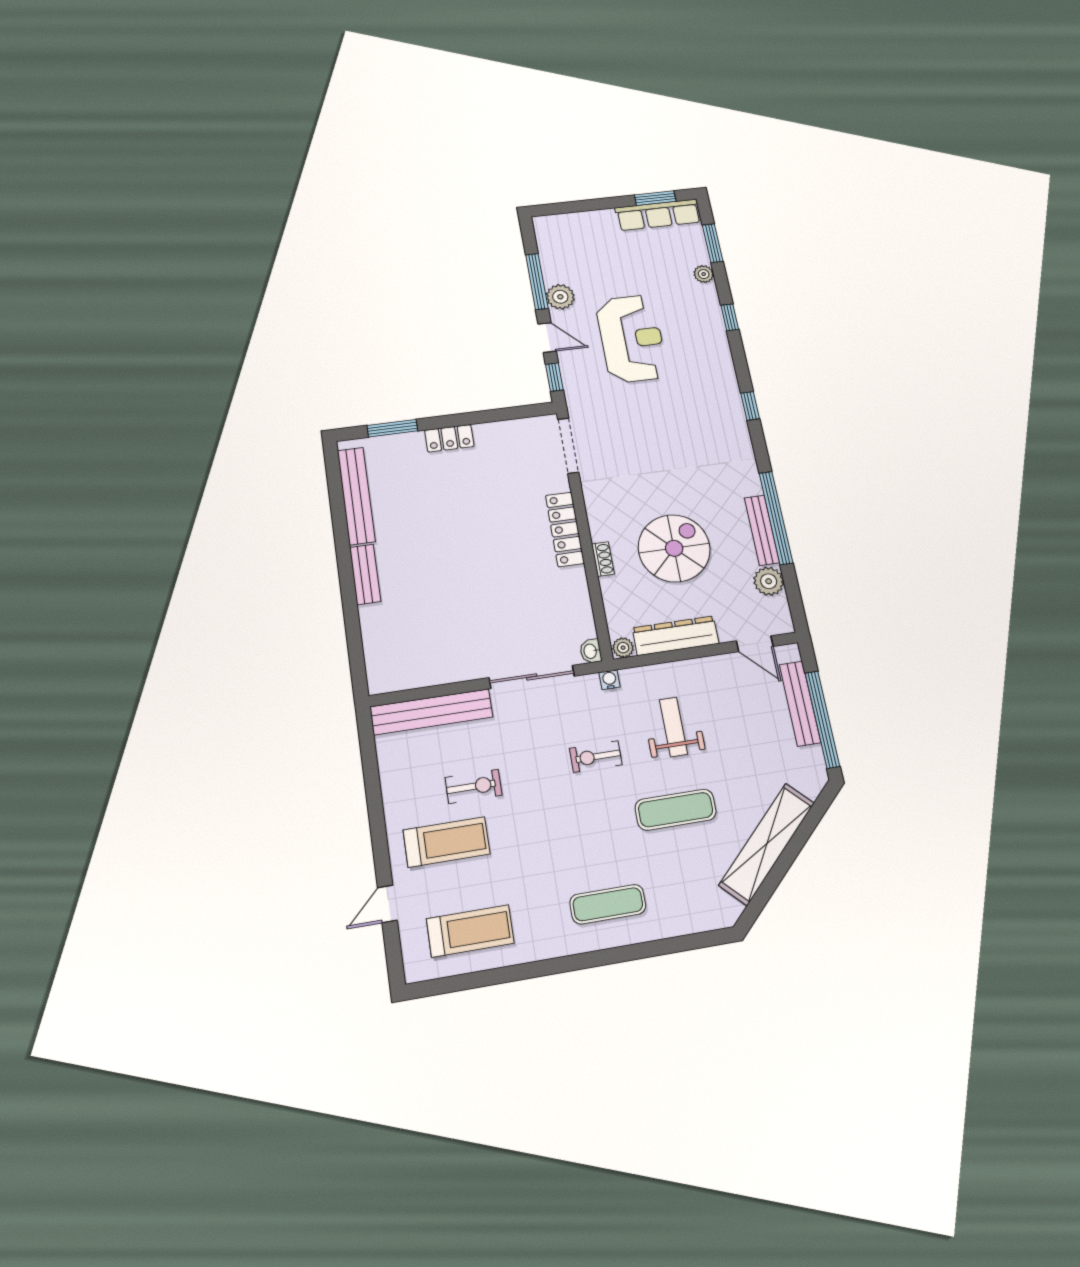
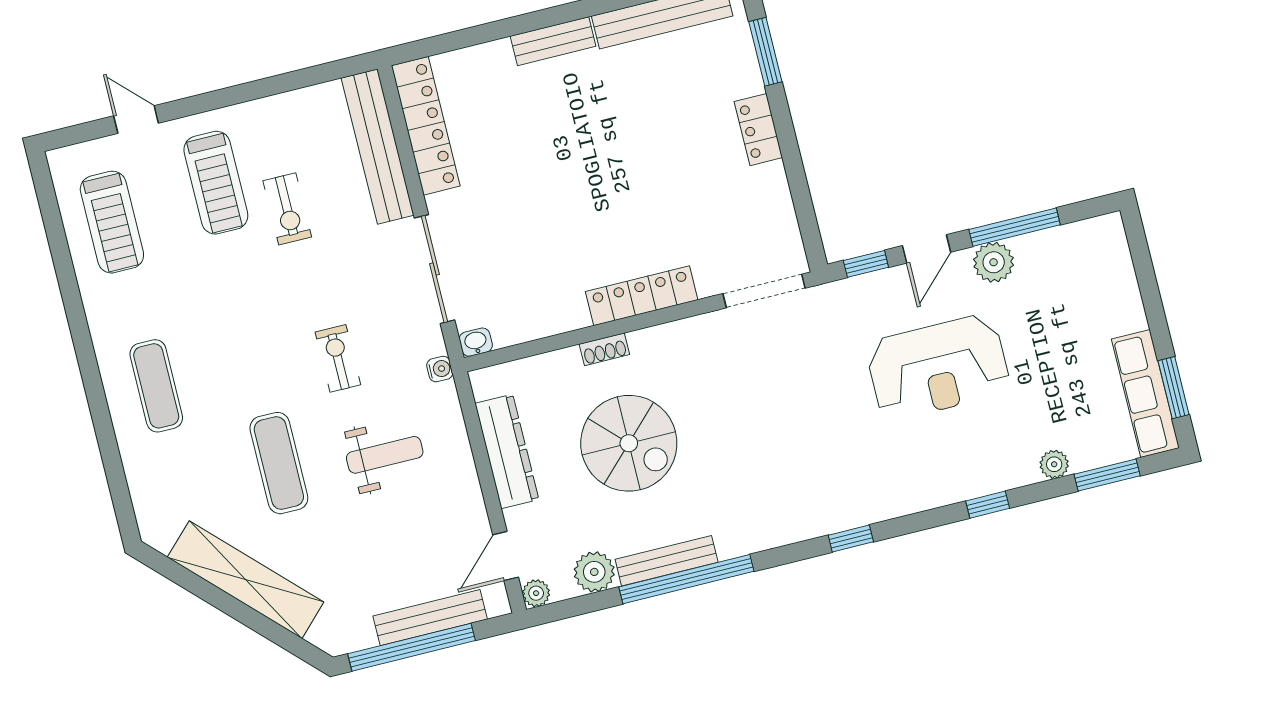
plant: (623, 648) -> (536, 593), moved
locker: (419, 674) -> (426, 126), added

